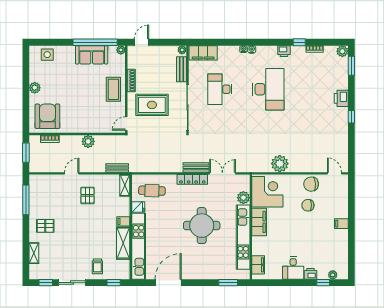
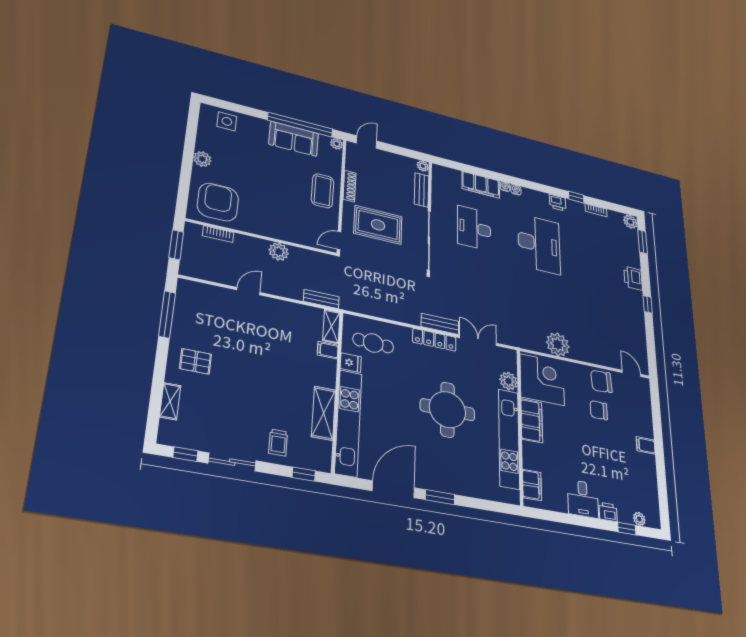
filing cabinet: (203, 53) -> (481, 185), moved
pallet: (87, 195) -> (271, 329), removed
filing cabinet: (123, 221) -> (328, 350), moved
window: (228, 283) -> (440, 497), moved

